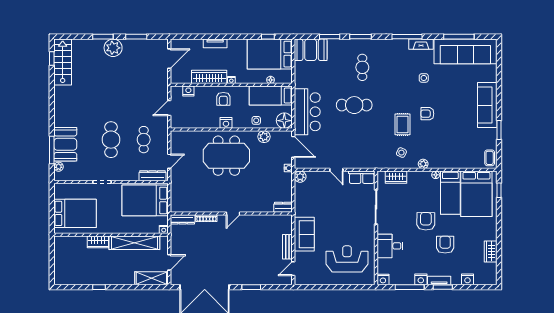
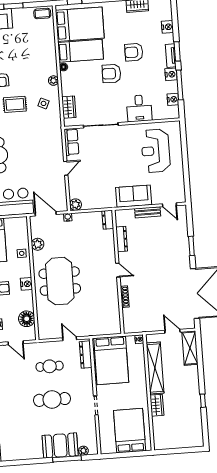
floor lamp: (284, 121) -> (27, 319), moved
door: (293, 147) -> (46, 214), hinge flipped
dresser: (183, 219) -> (122, 239), moved
nightstand: (383, 280) -> (173, 99), moved

